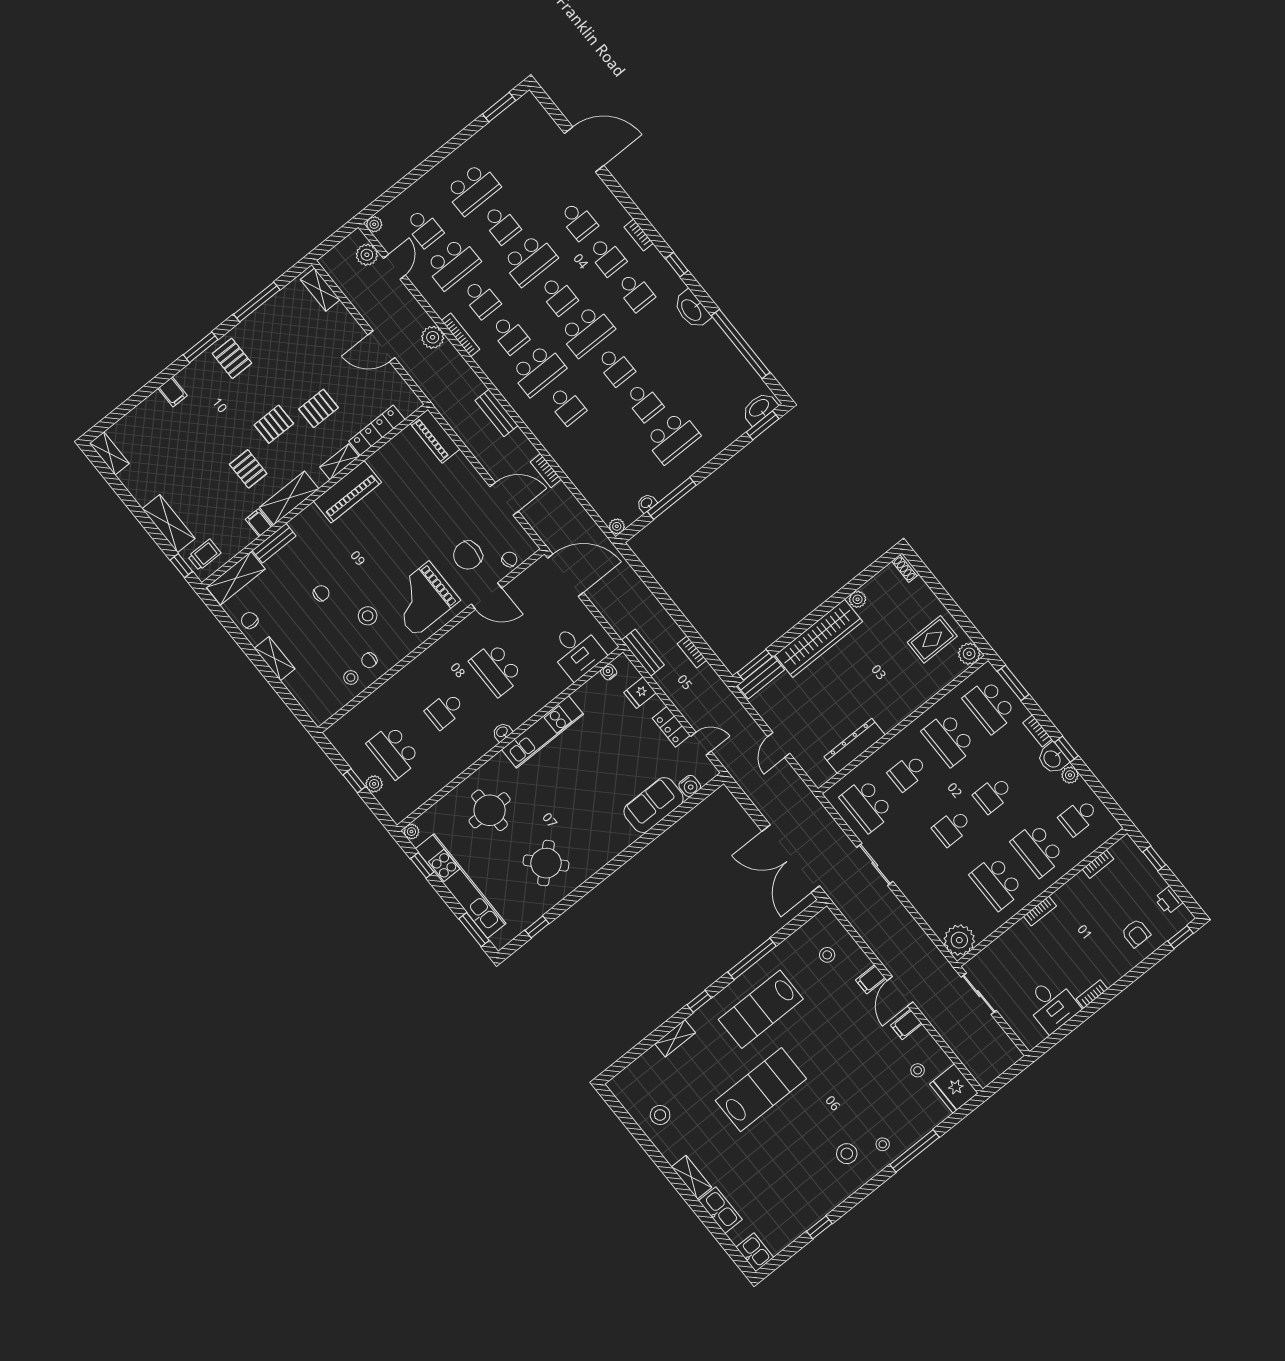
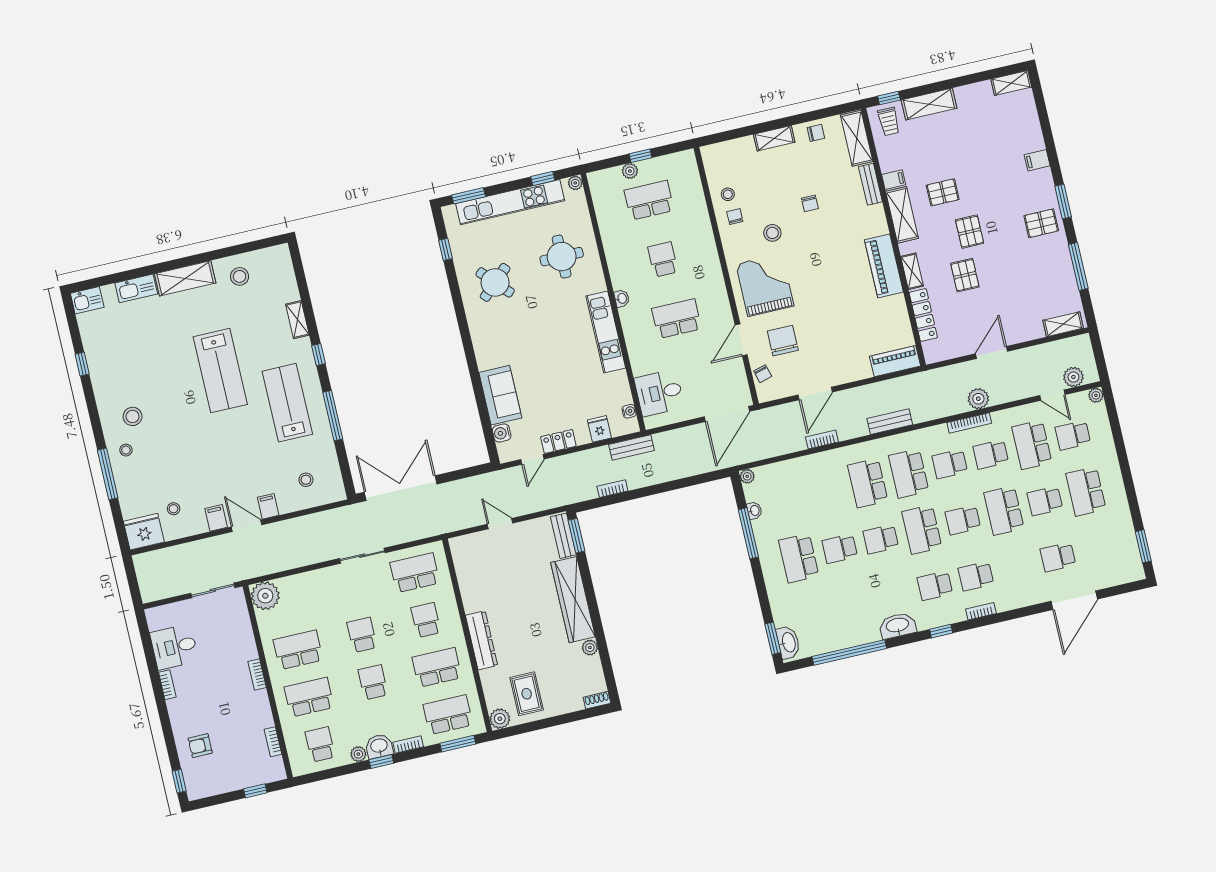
school desk: (578, 221) -> (1058, 557), moved
school desk: (567, 406) -> (868, 483), width x1.85
dresser: (855, 746) -> (482, 640), moved
printer: (1169, 900) -> (214, 786), removed
shelving: (691, 1177) -> (185, 278), width x1.50, depth x1.33

